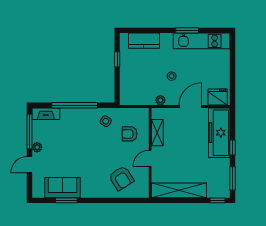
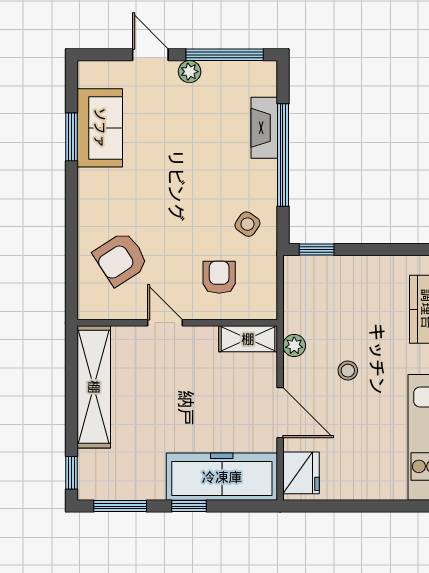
window: (117, 59) -> (317, 249), moved
fireplace: (46, 114) -> (264, 128), moved
shelving: (157, 133) -> (248, 339), moved

